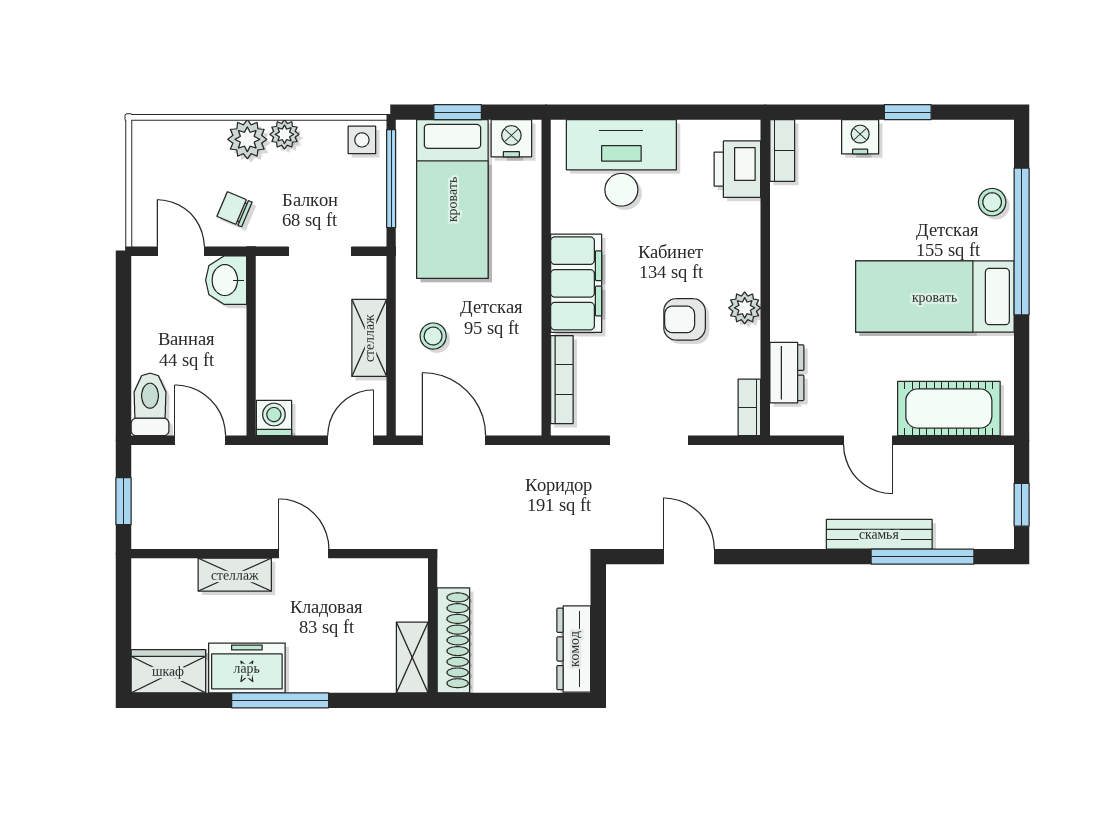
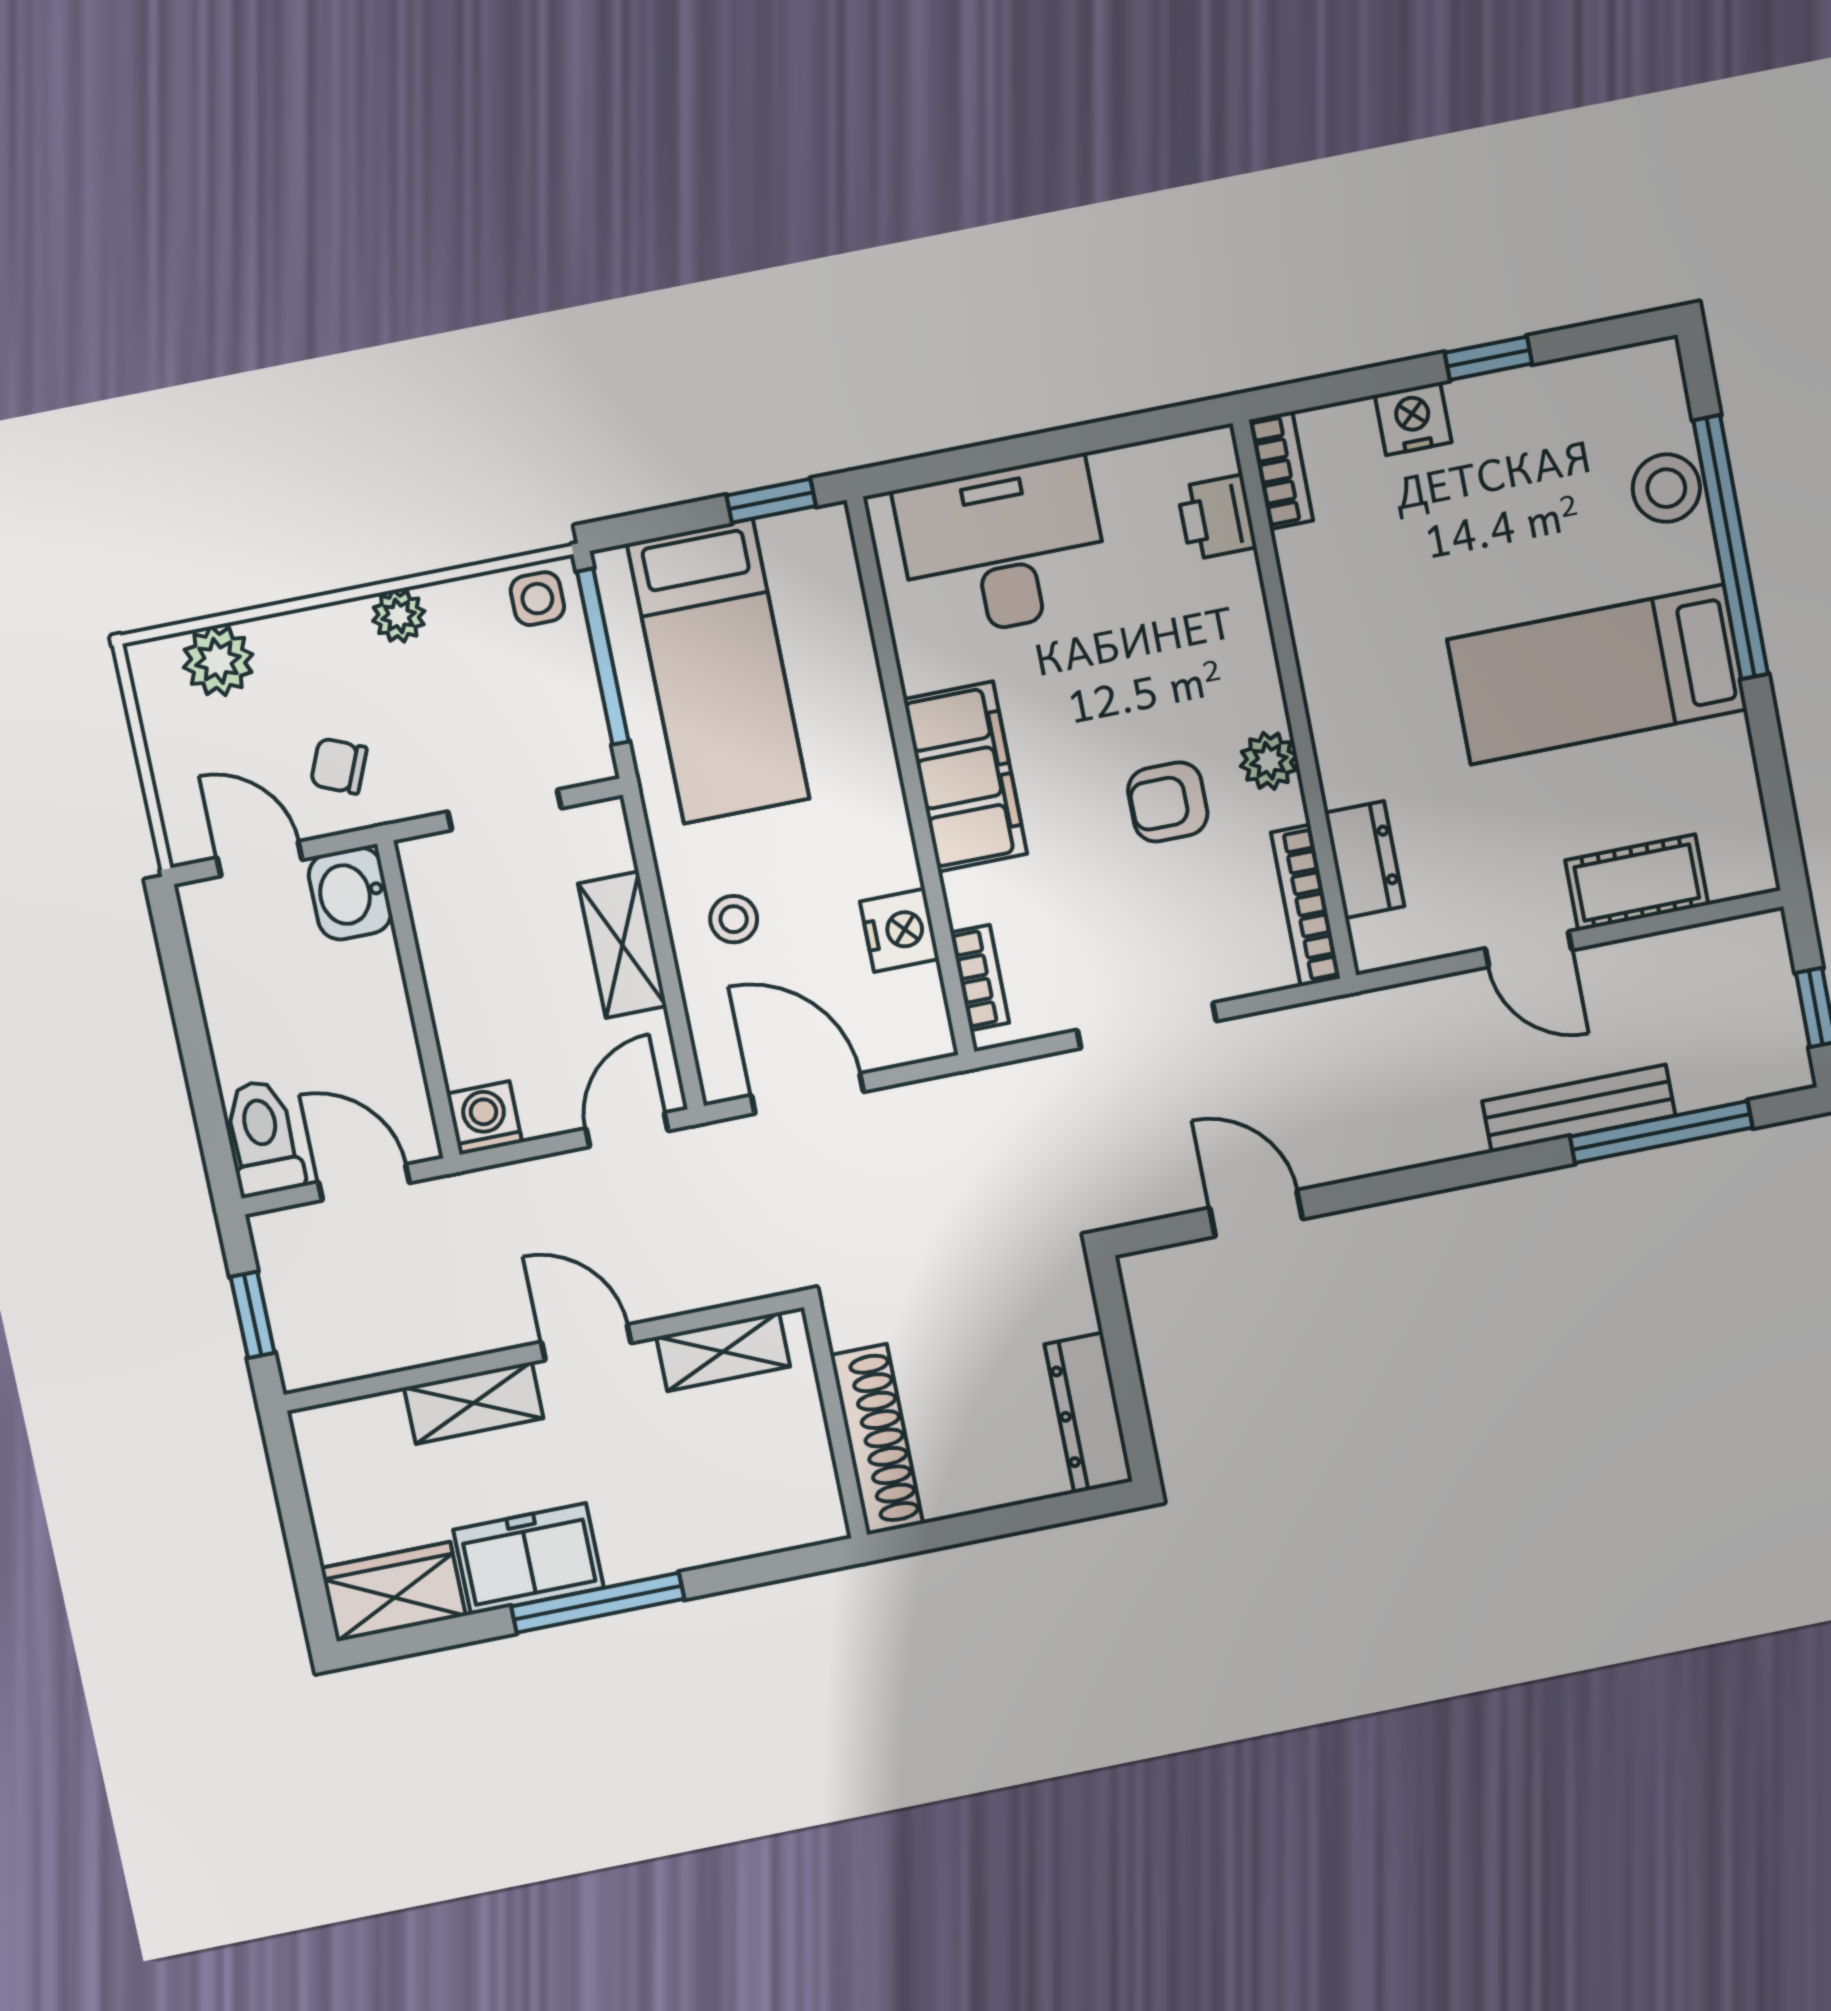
window: (458, 112) -> (771, 501), moved
nightstand: (511, 138) -> (899, 930), moved, turned 90
plant: (247, 139) -> (218, 661), moved
printer: (737, 169) -> (1217, 517), width x0.73, depth x0.81
stool: (992, 202) -> (1666, 488), width x1.37, depth x1.37
bookcase: (562, 380) -> (980, 978), width x0.64
bookcase: (749, 407) -> (1306, 906), width x1.56
cot: (949, 409) -> (1637, 883), width x0.73, depth x0.75
shelving: (412, 657) -> (723, 1352), moved, turned 90

